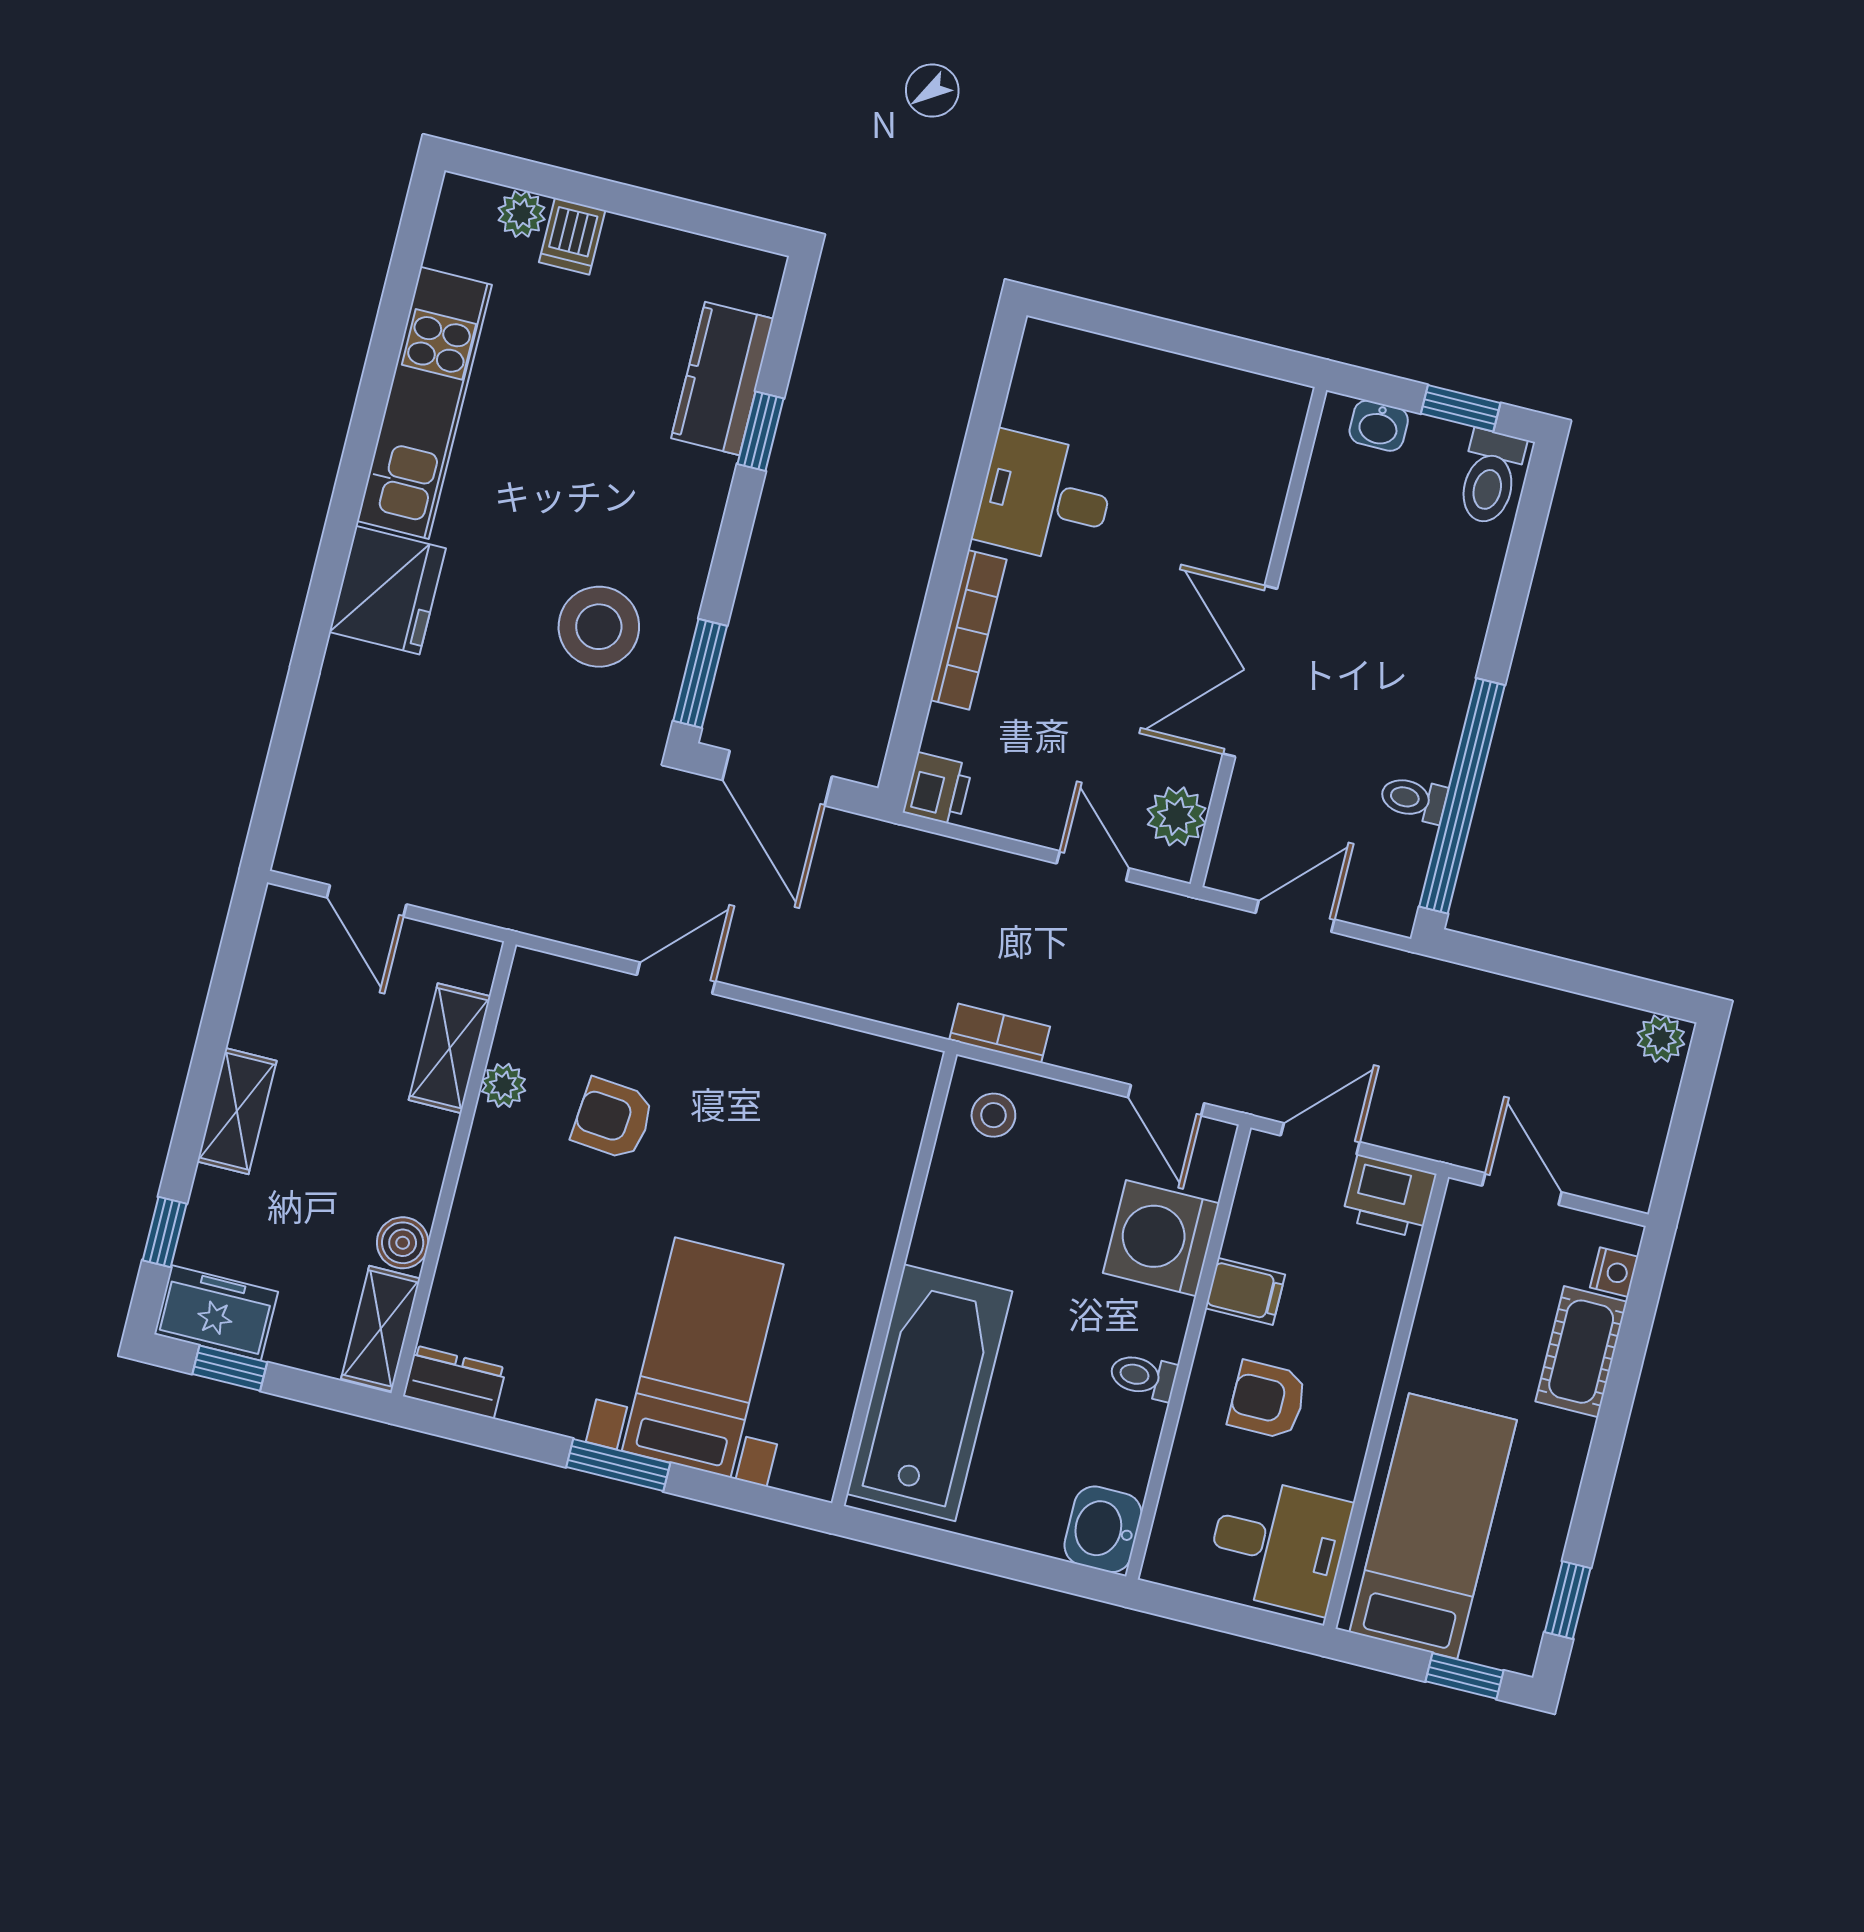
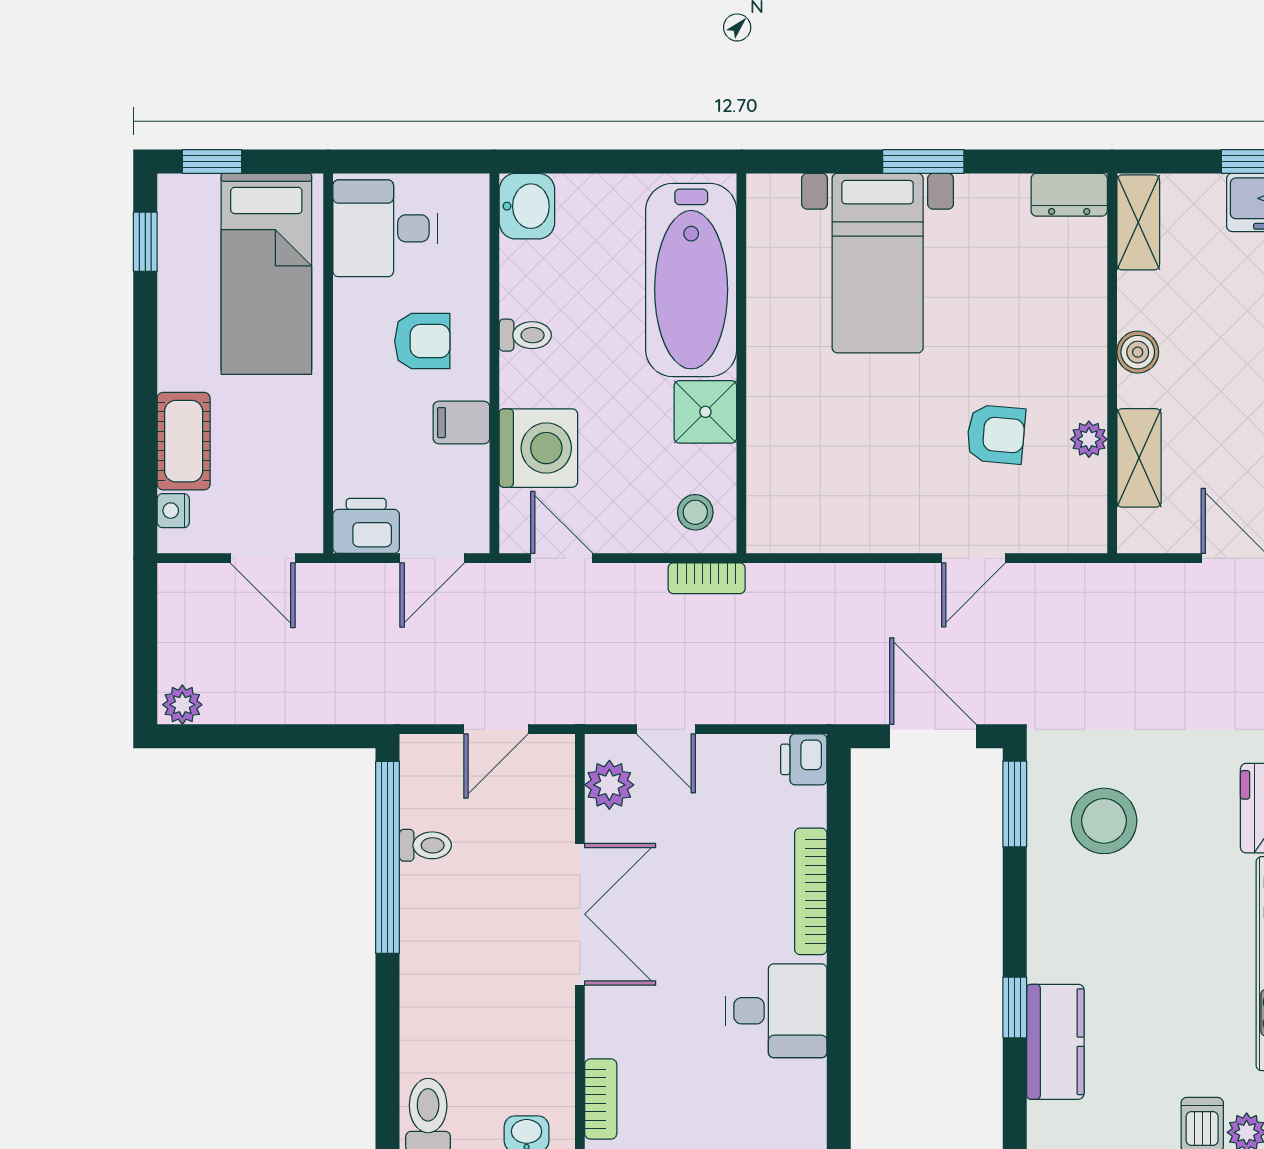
bookcase: (1280, 445) -> (601, 1099), added
shower: (952, 1232) -> (705, 412), added
boiler: (403, 1243) -> (1138, 352), moved

